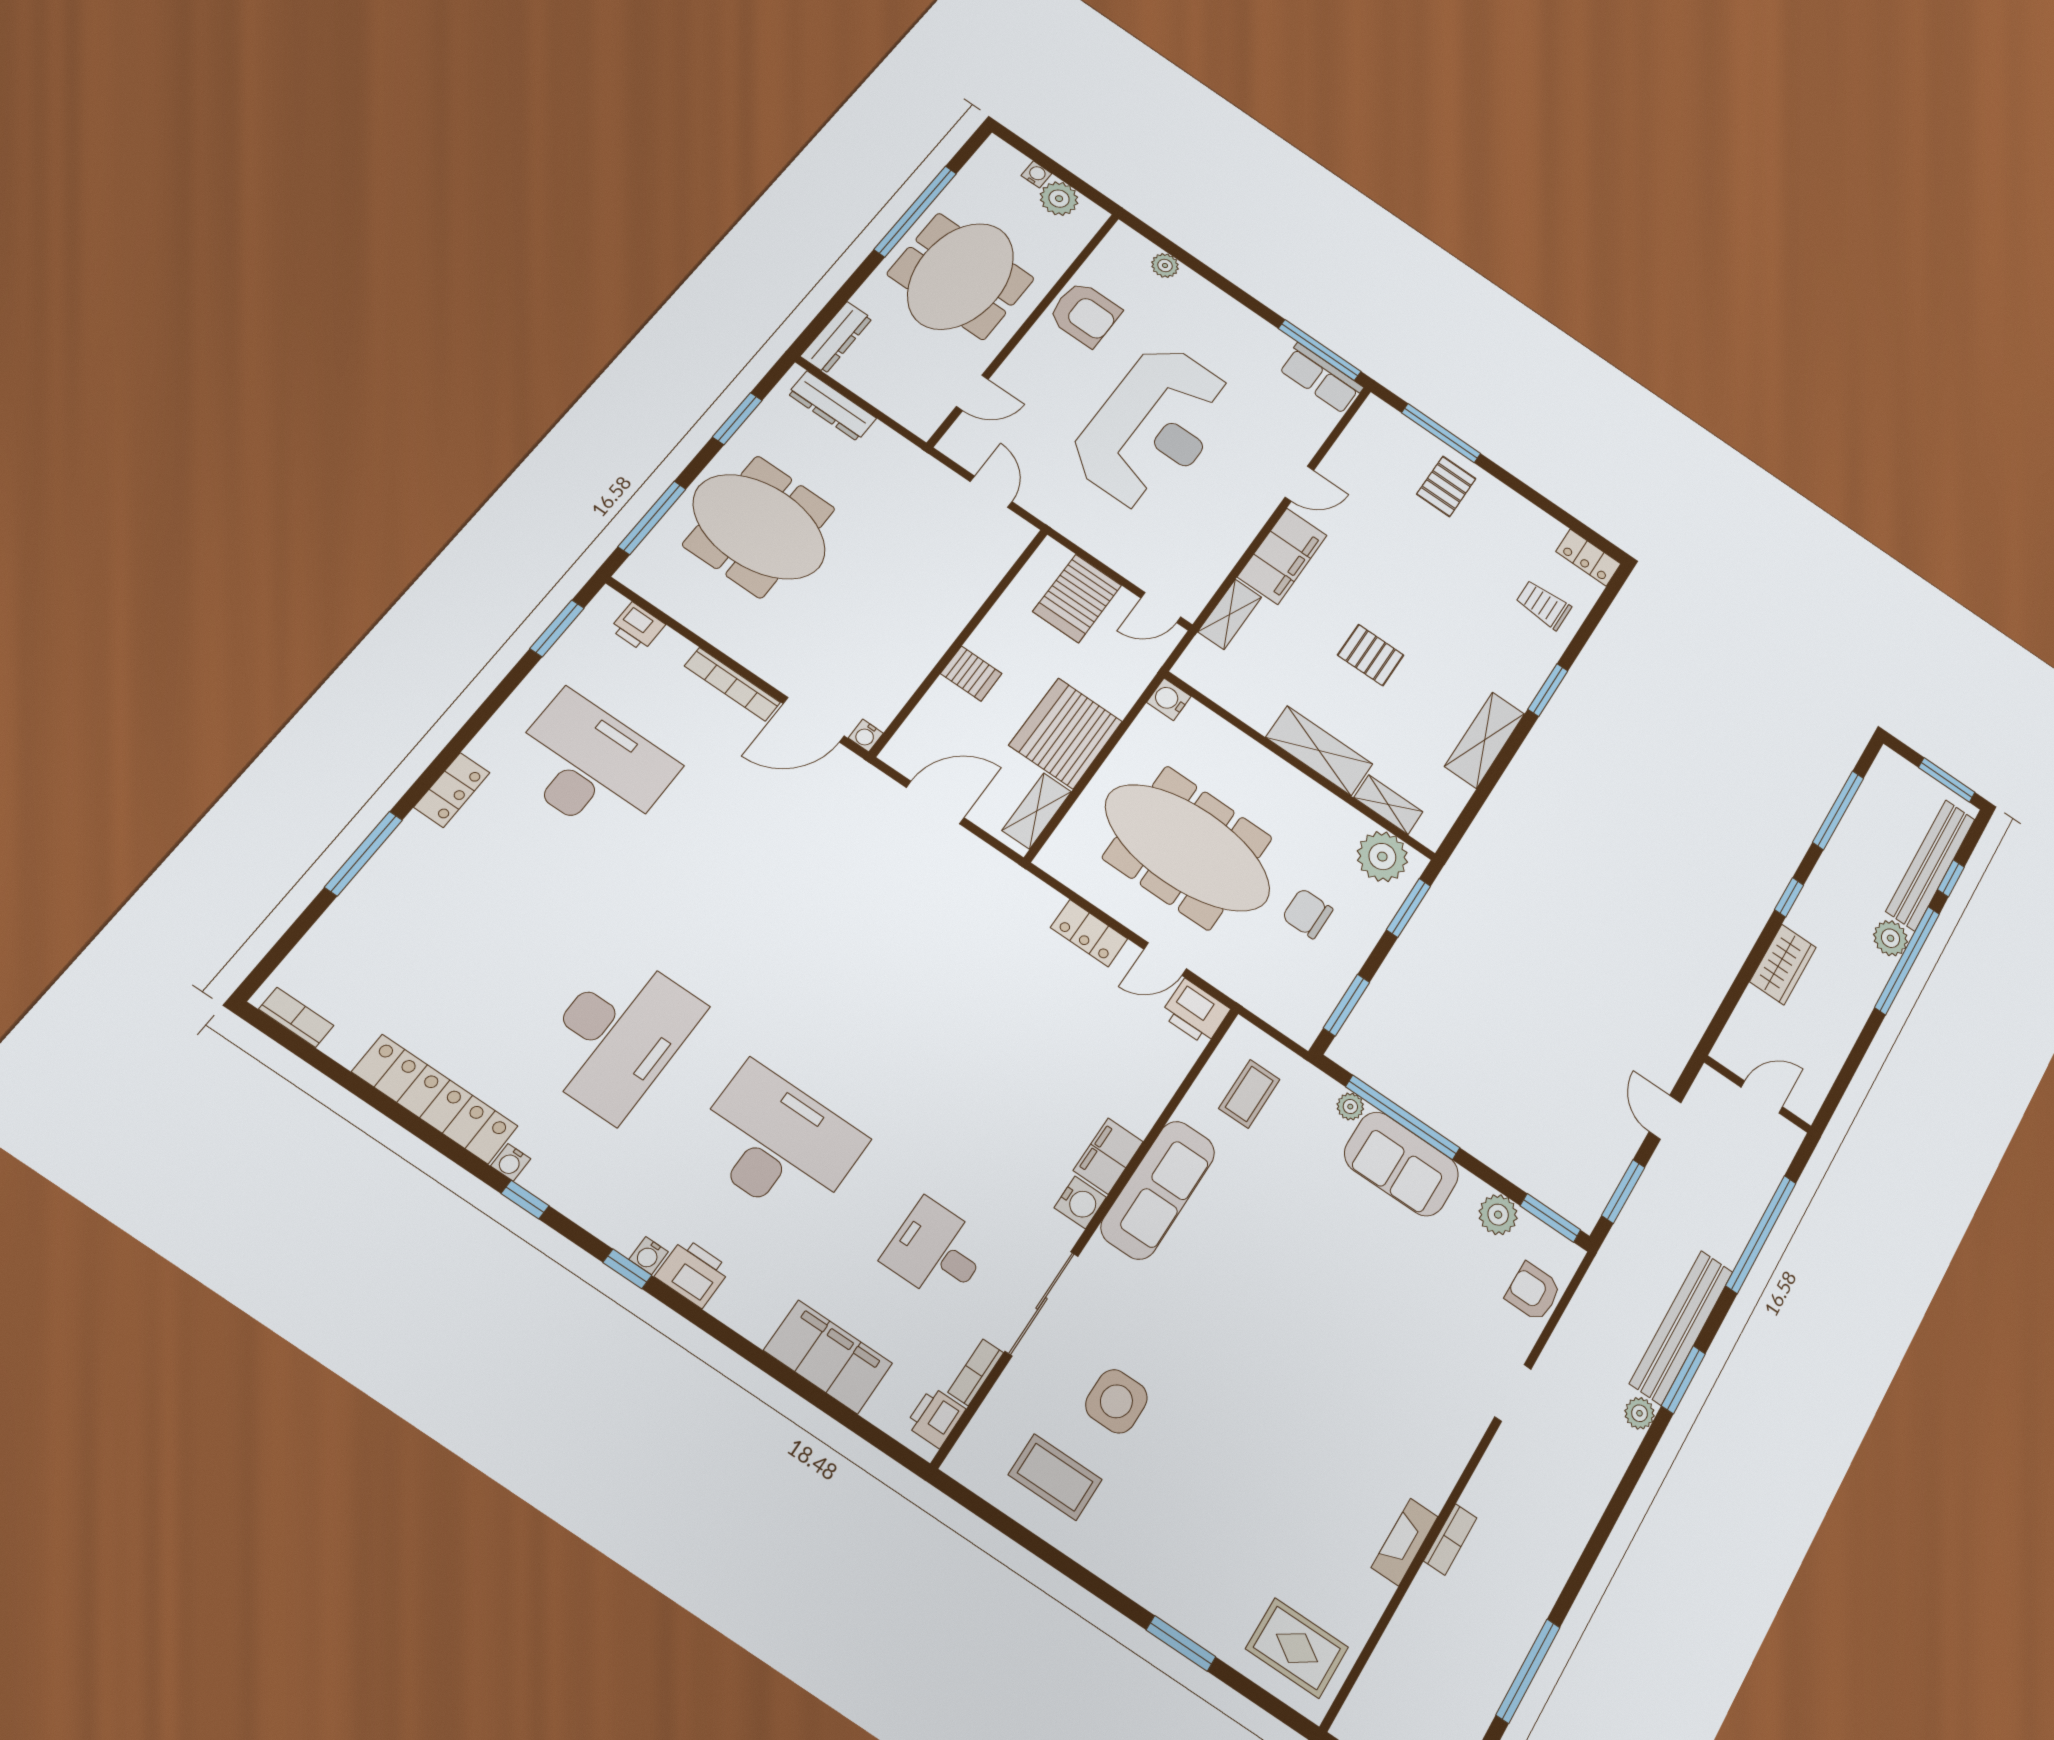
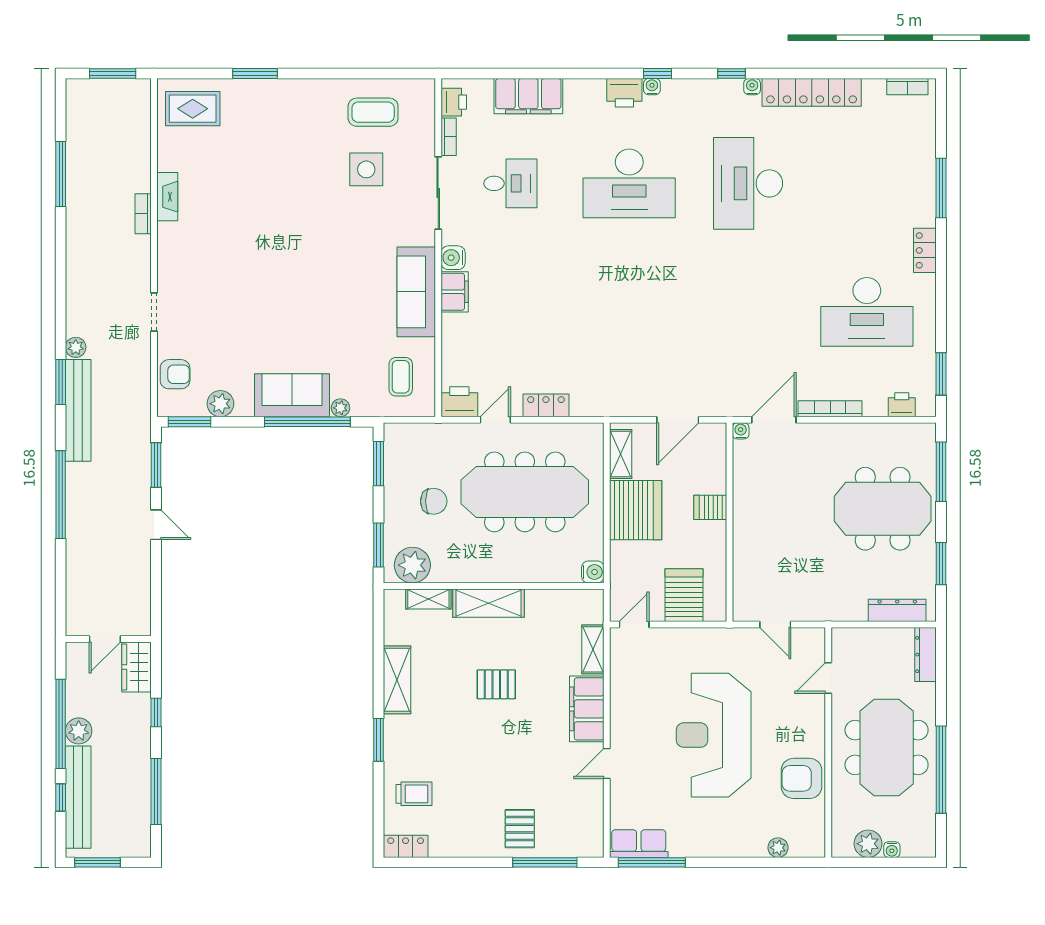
wall: (1758, 1094) -> (108, 639), moved
door: (1762, 1097) -> (105, 639), moved

